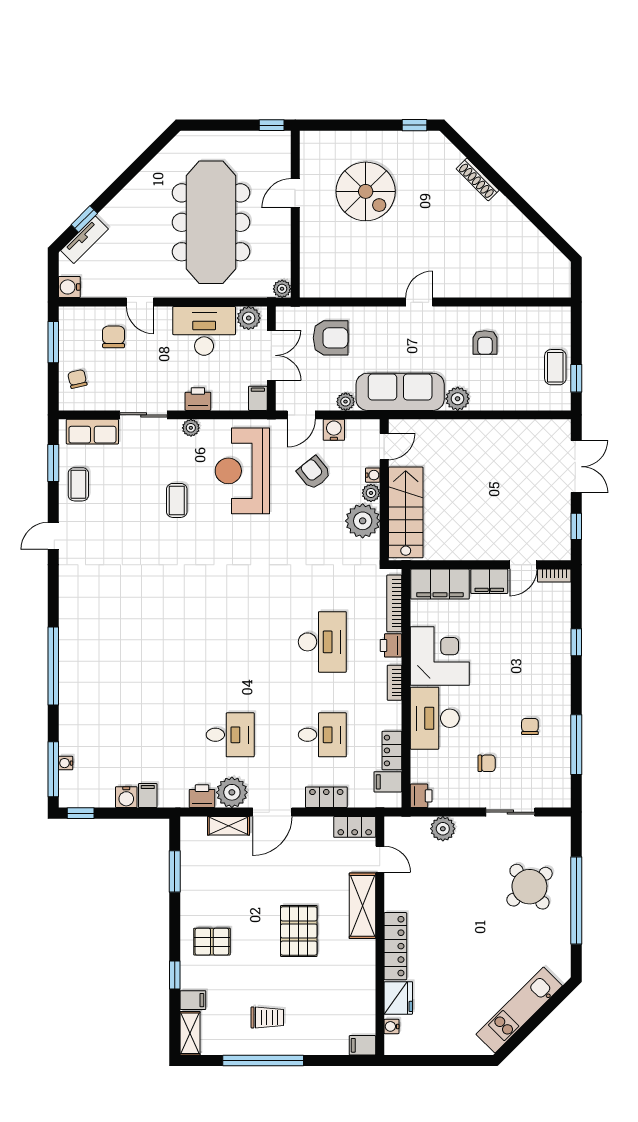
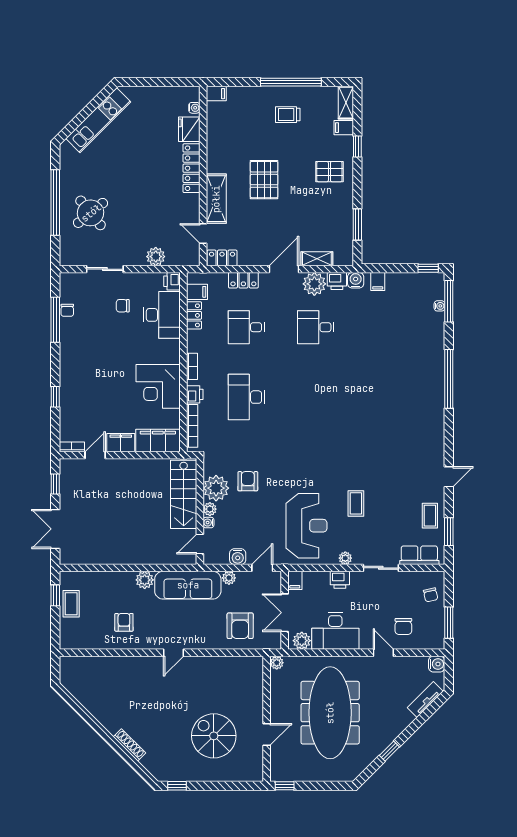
window: (84, 219) -> (389, 751), moved
armchair: (331, 338) -> (240, 626), turned -90
armchair: (314, 473) -> (248, 481), moved, turned -141
desk: (435, 718) -> (162, 315), moved
chair: (530, 727) -> (67, 310), moved
water cooler: (126, 797) -> (356, 280), moved

